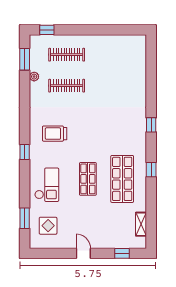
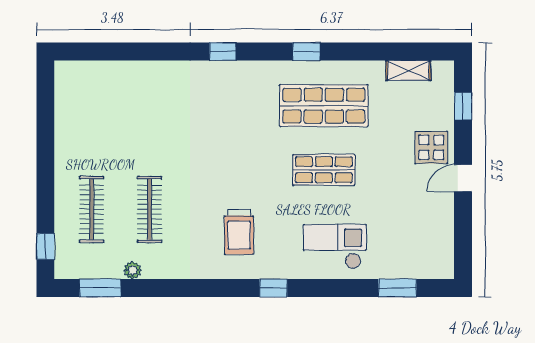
display table: (48, 226) -> (431, 147), moved

